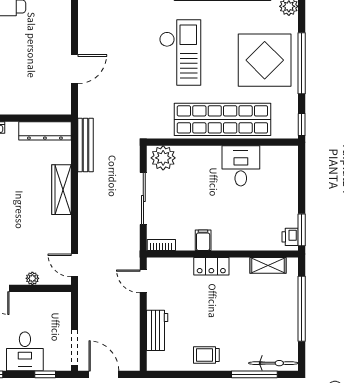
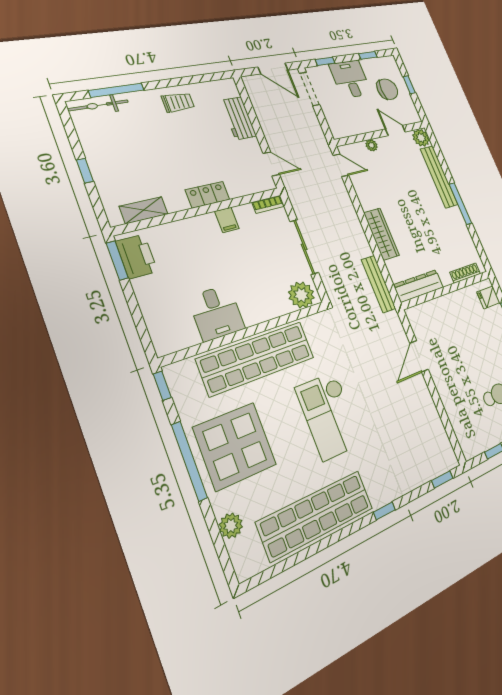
printer: (290, 237) -> (137, 256), width x1.87, depth x1.48
window: (302, 309) -> (85, 171), width x0.32

